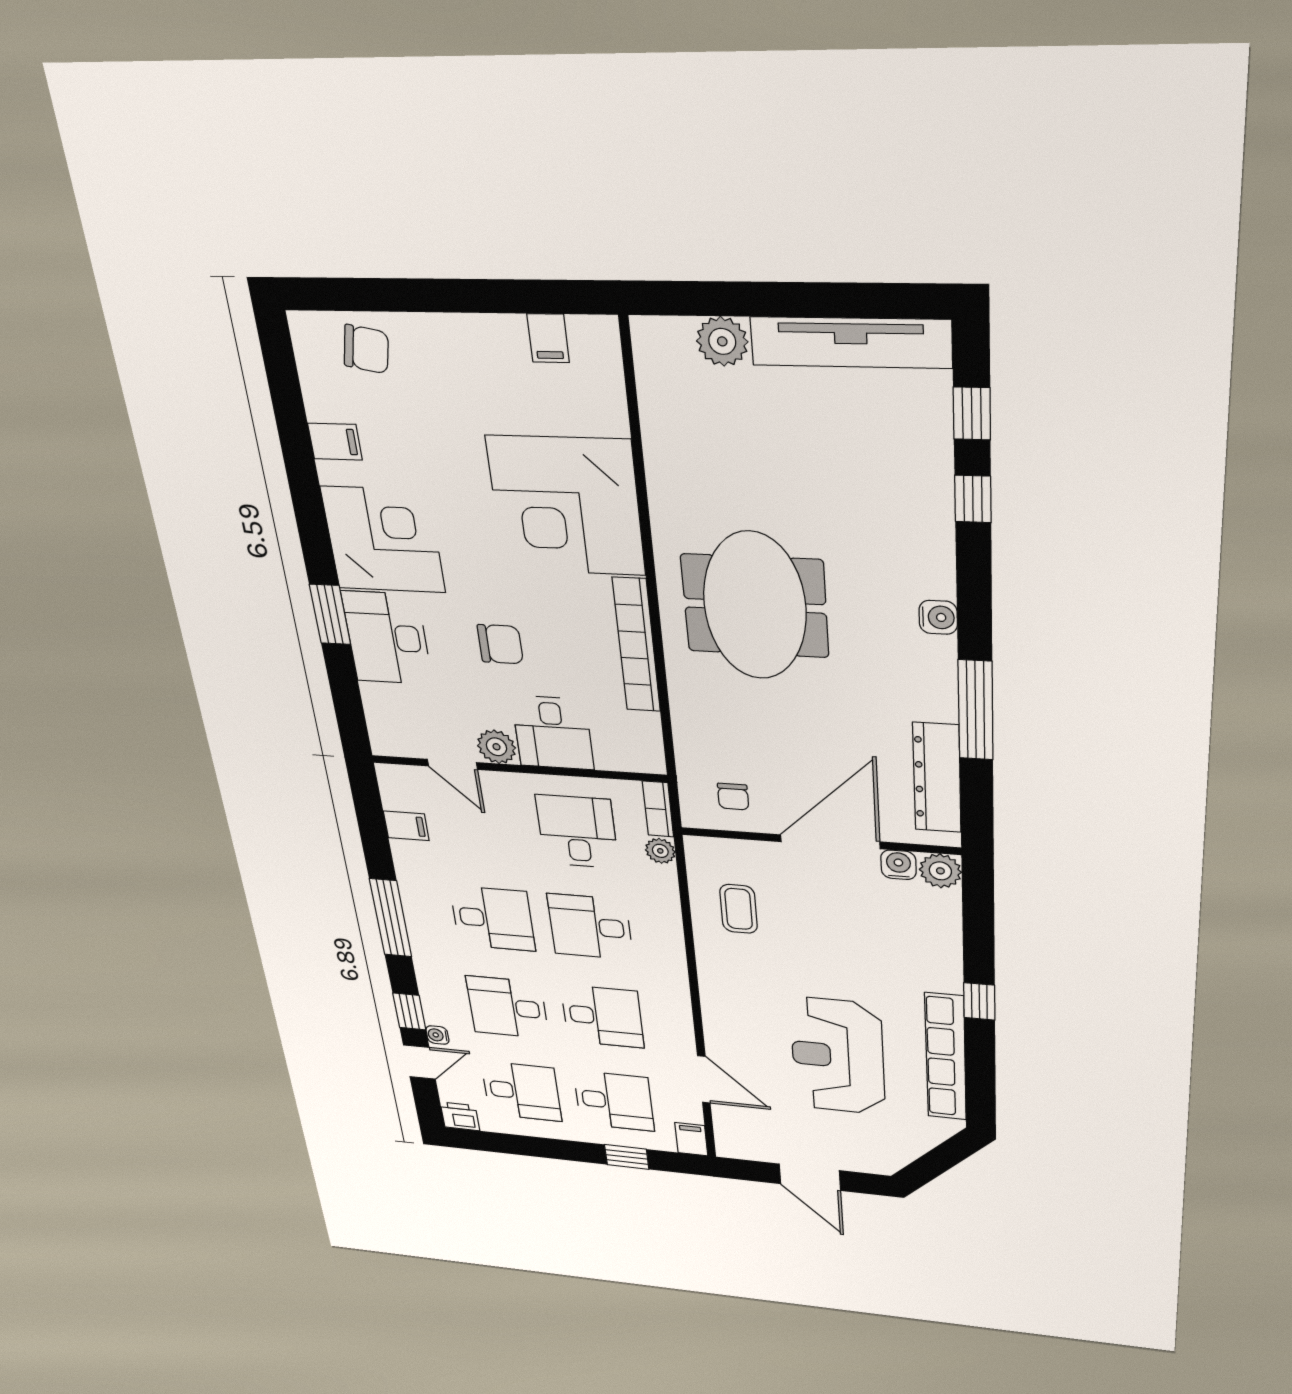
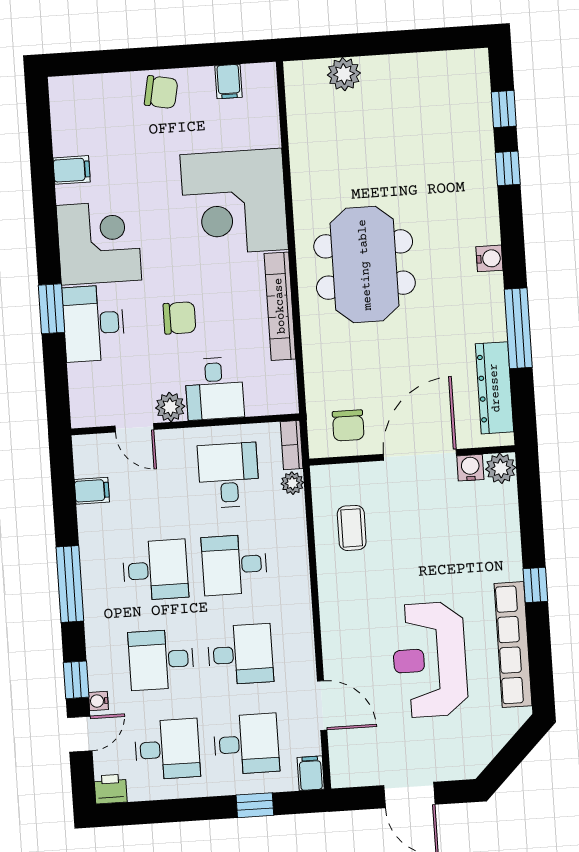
tv unit: (851, 343) -> (426, 68), removed
chair: (366, 349) -> (161, 92), moved
chair: (733, 797) -> (348, 425), width x1.37, depth x1.37

